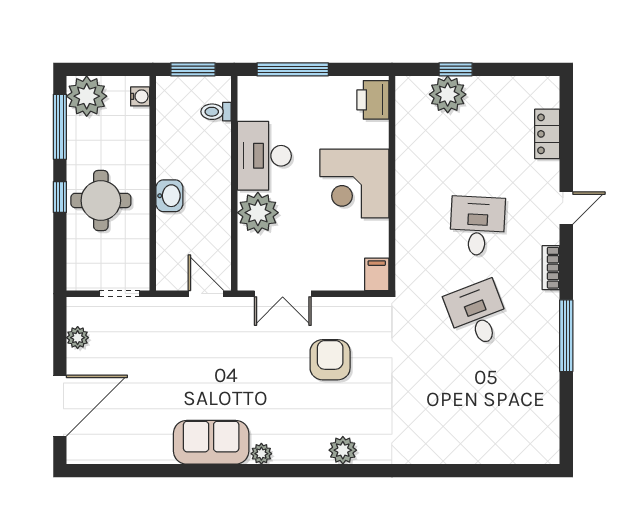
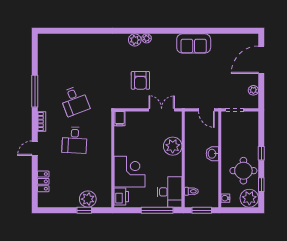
window: (60, 127) -> (261, 185), width x0.46
desk: (264, 156) -> (170, 192), moved
corner desk: (354, 183) -> (130, 172), moved
round table: (101, 200) -> (243, 171), moved
door: (206, 294) -> (206, 110), moved
plant: (261, 454) -> (147, 38), moved

